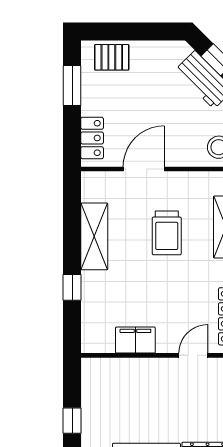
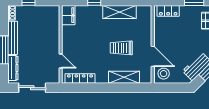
door: (144, 169) -> (153, 56), moved
filing cabinet: (135, 340) -> (68, 15), moved

